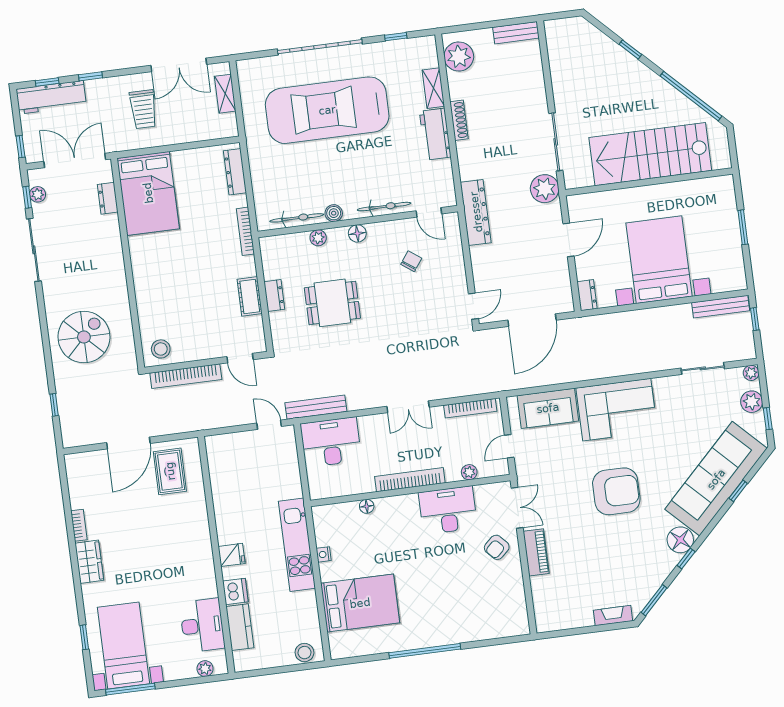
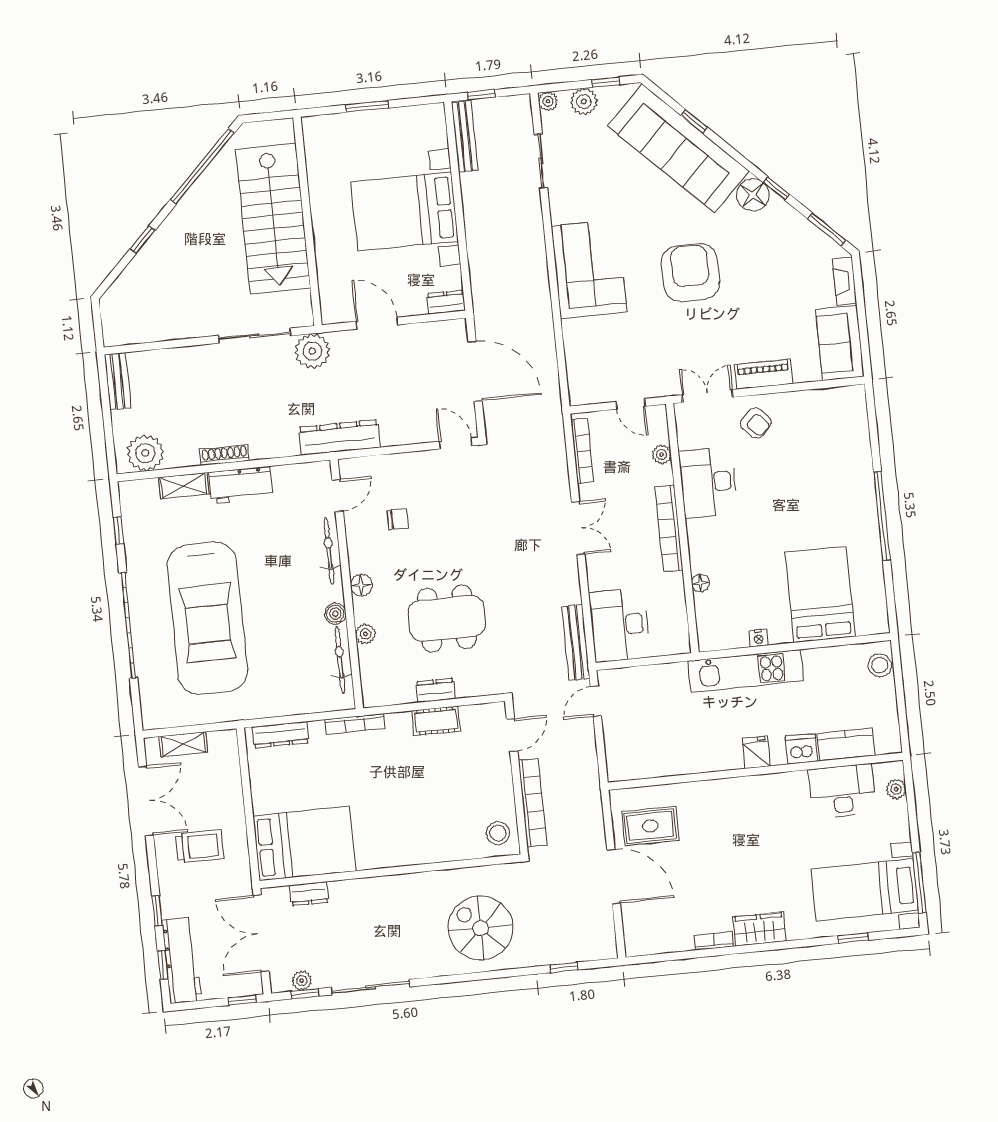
chair: (411, 261) -> (398, 519), turned 144
dining table: (332, 303) -> (447, 618), width x1.37
sofa: (548, 408) -> (840, 343), moved, turned 180

